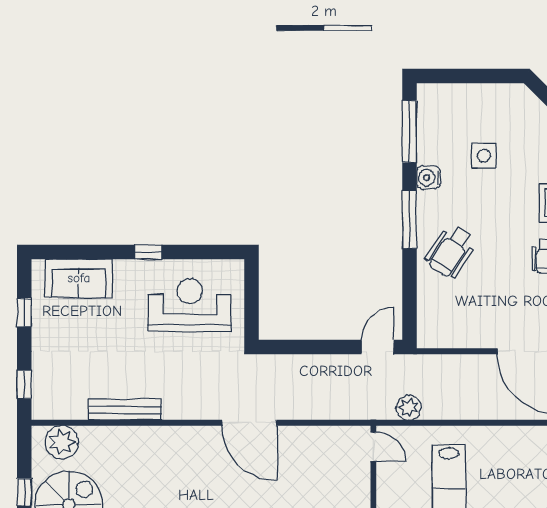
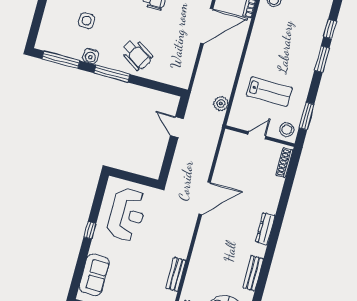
reception desk: (190, 305) -> (127, 214), turned 180
door: (378, 347) -> (177, 127), moved
bench: (125, 410) -> (176, 274), width x0.73
door: (373, 447) -> (257, 135), moved

